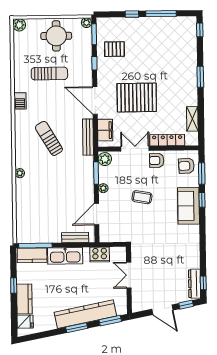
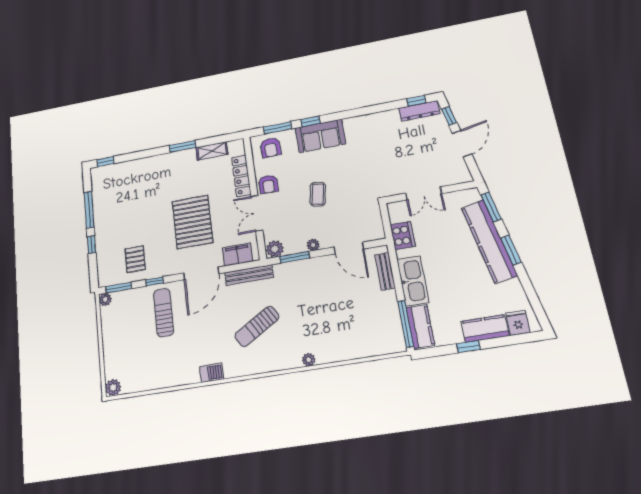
round table: (56, 36) -> (124, 336), removed
sun lounger: (49, 74) -> (164, 313), moved
window: (200, 77) -> (183, 146), moved

